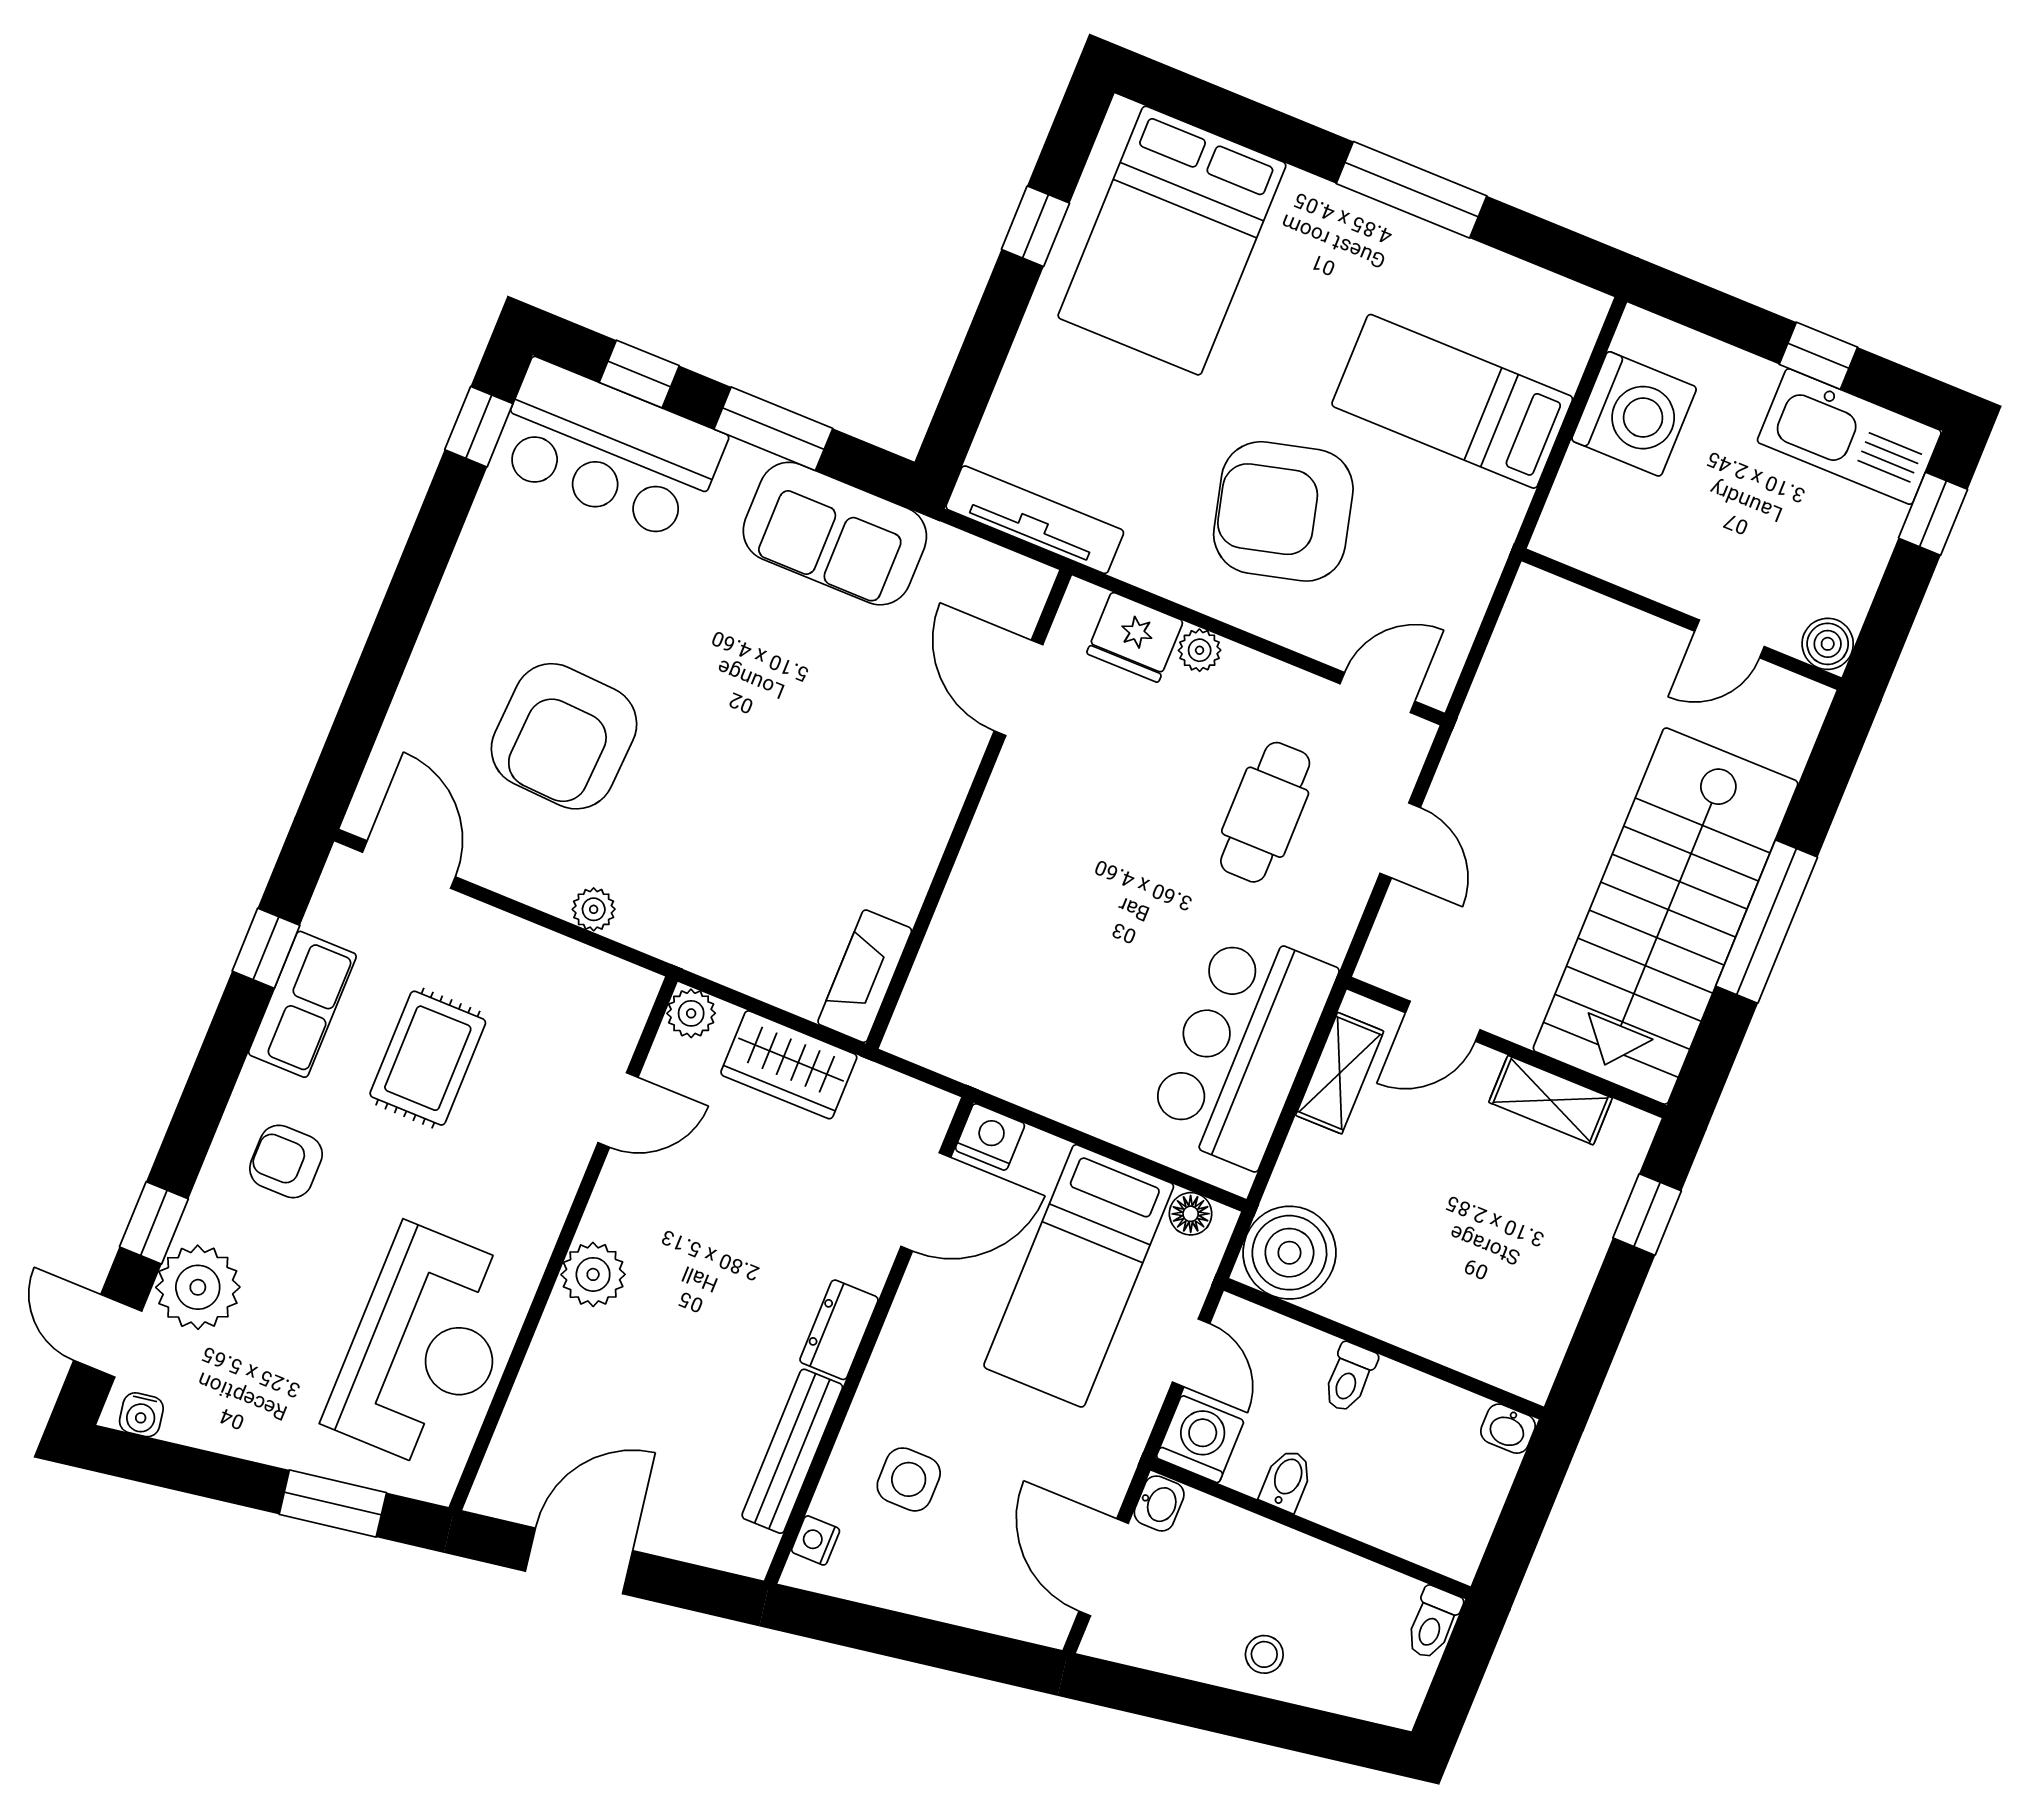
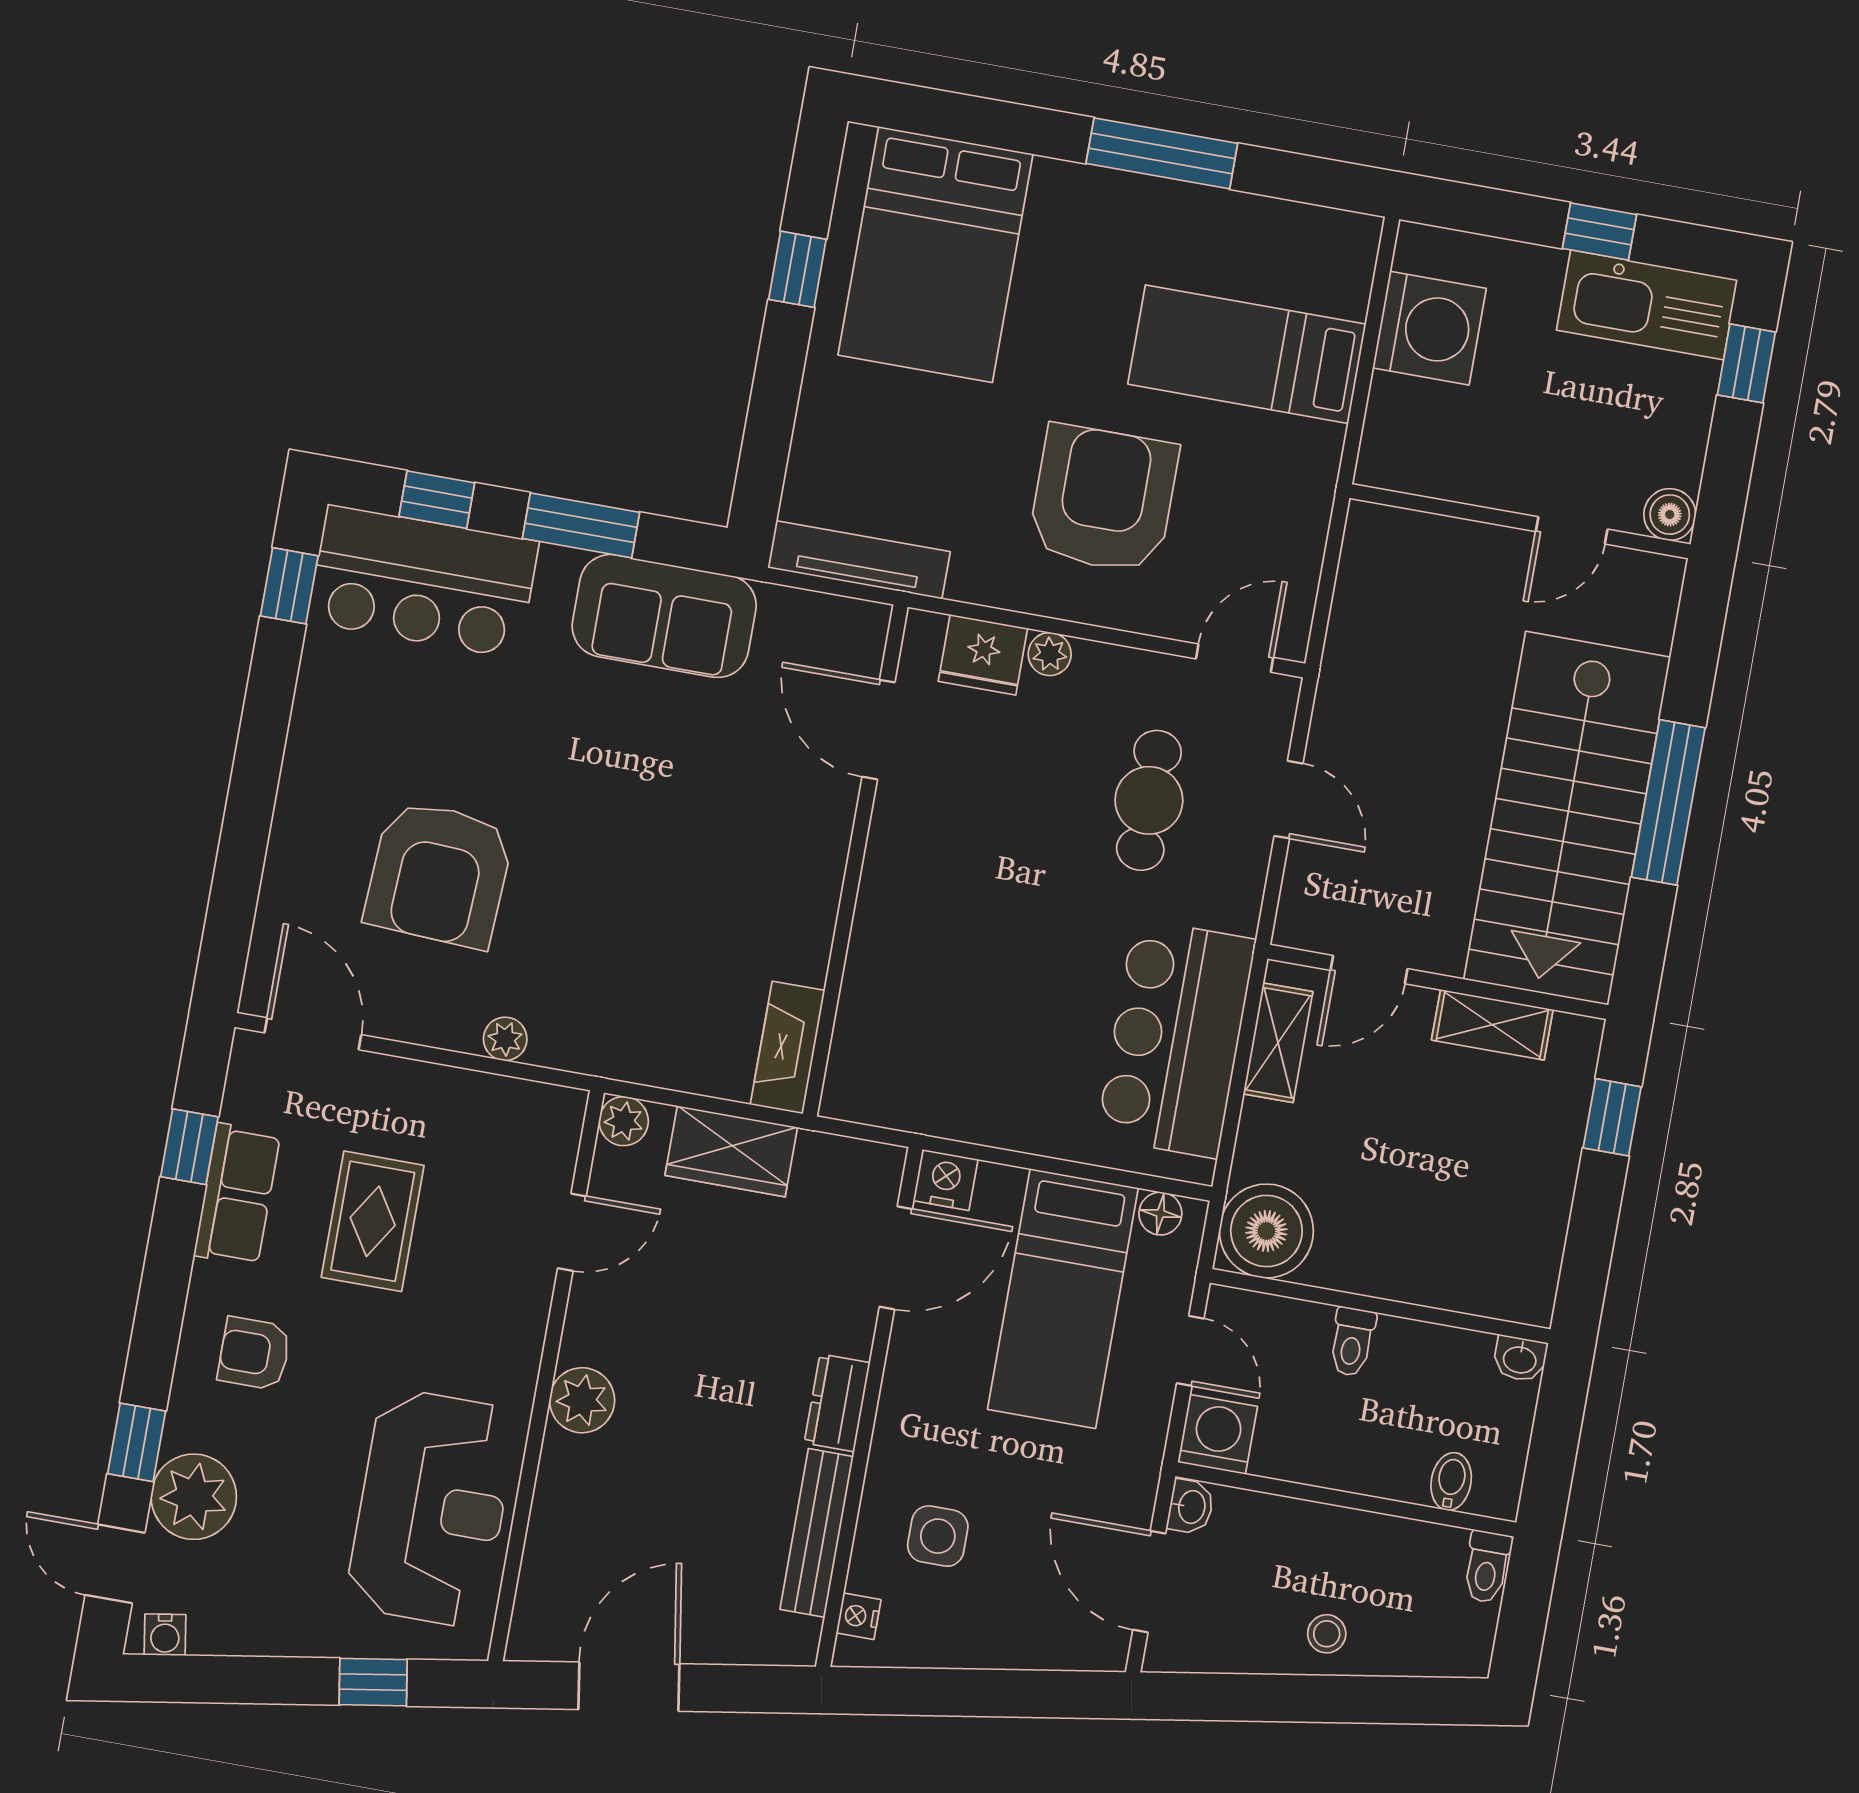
armchair: (1283, 511) -> (1103, 499), turned 104
bidet: (1287, 1480) -> (1451, 1482), moved
window: (333, 1504) -> (373, 1682), width x0.67

